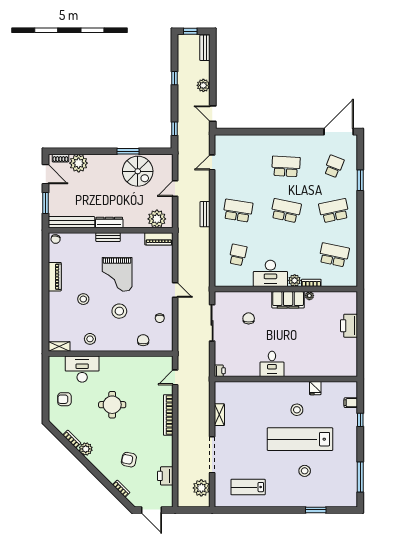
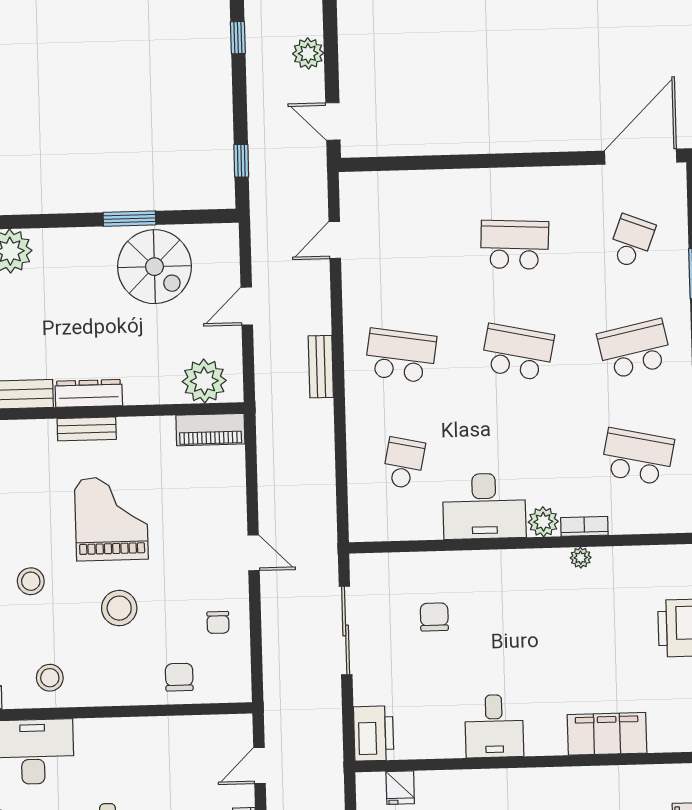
grand piano: (117, 274) -> (111, 519), turned 180
filing cabinet: (288, 300) -> (607, 734), moved, turned 180
printer: (220, 371) -> (374, 733), width x1.87, depth x1.48
fridge: (315, 388) -> (400, 788), moved

